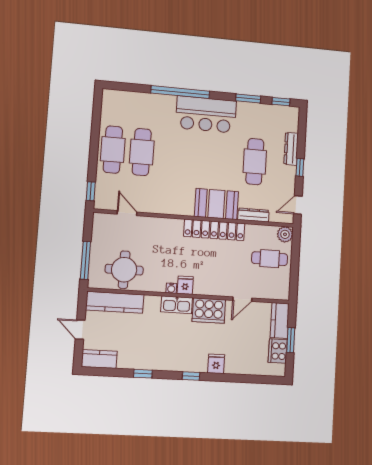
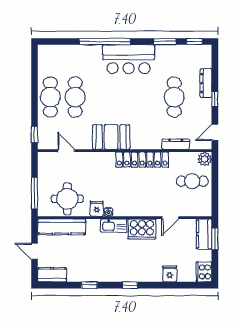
booth: (216, 204) -> (111, 137), moved
fridge: (185, 285) -> (97, 209), moved
window: (291, 340) -> (215, 239), moved
cooker: (278, 351) -> (204, 272), moved
fridge: (216, 364) -> (170, 274), moved

